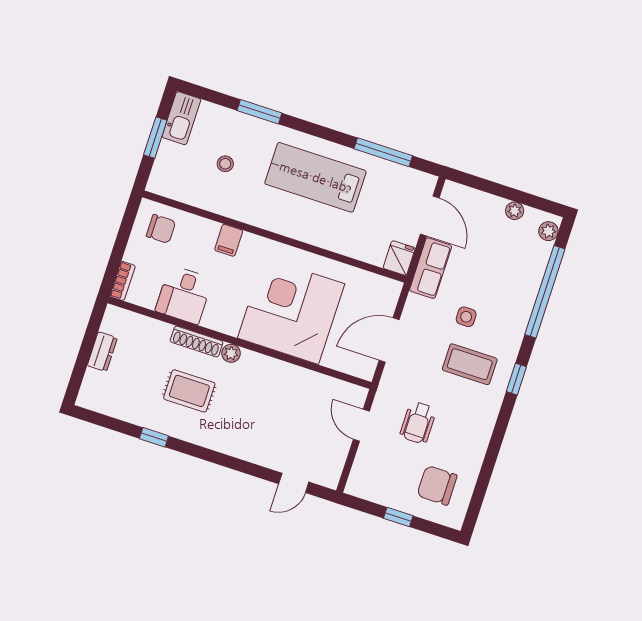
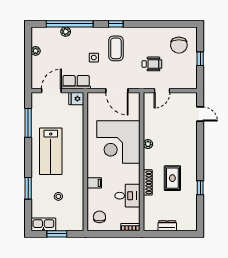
plant: (548, 231) -> (66, 32), moved
plant: (231, 353) -> (148, 144), moved

